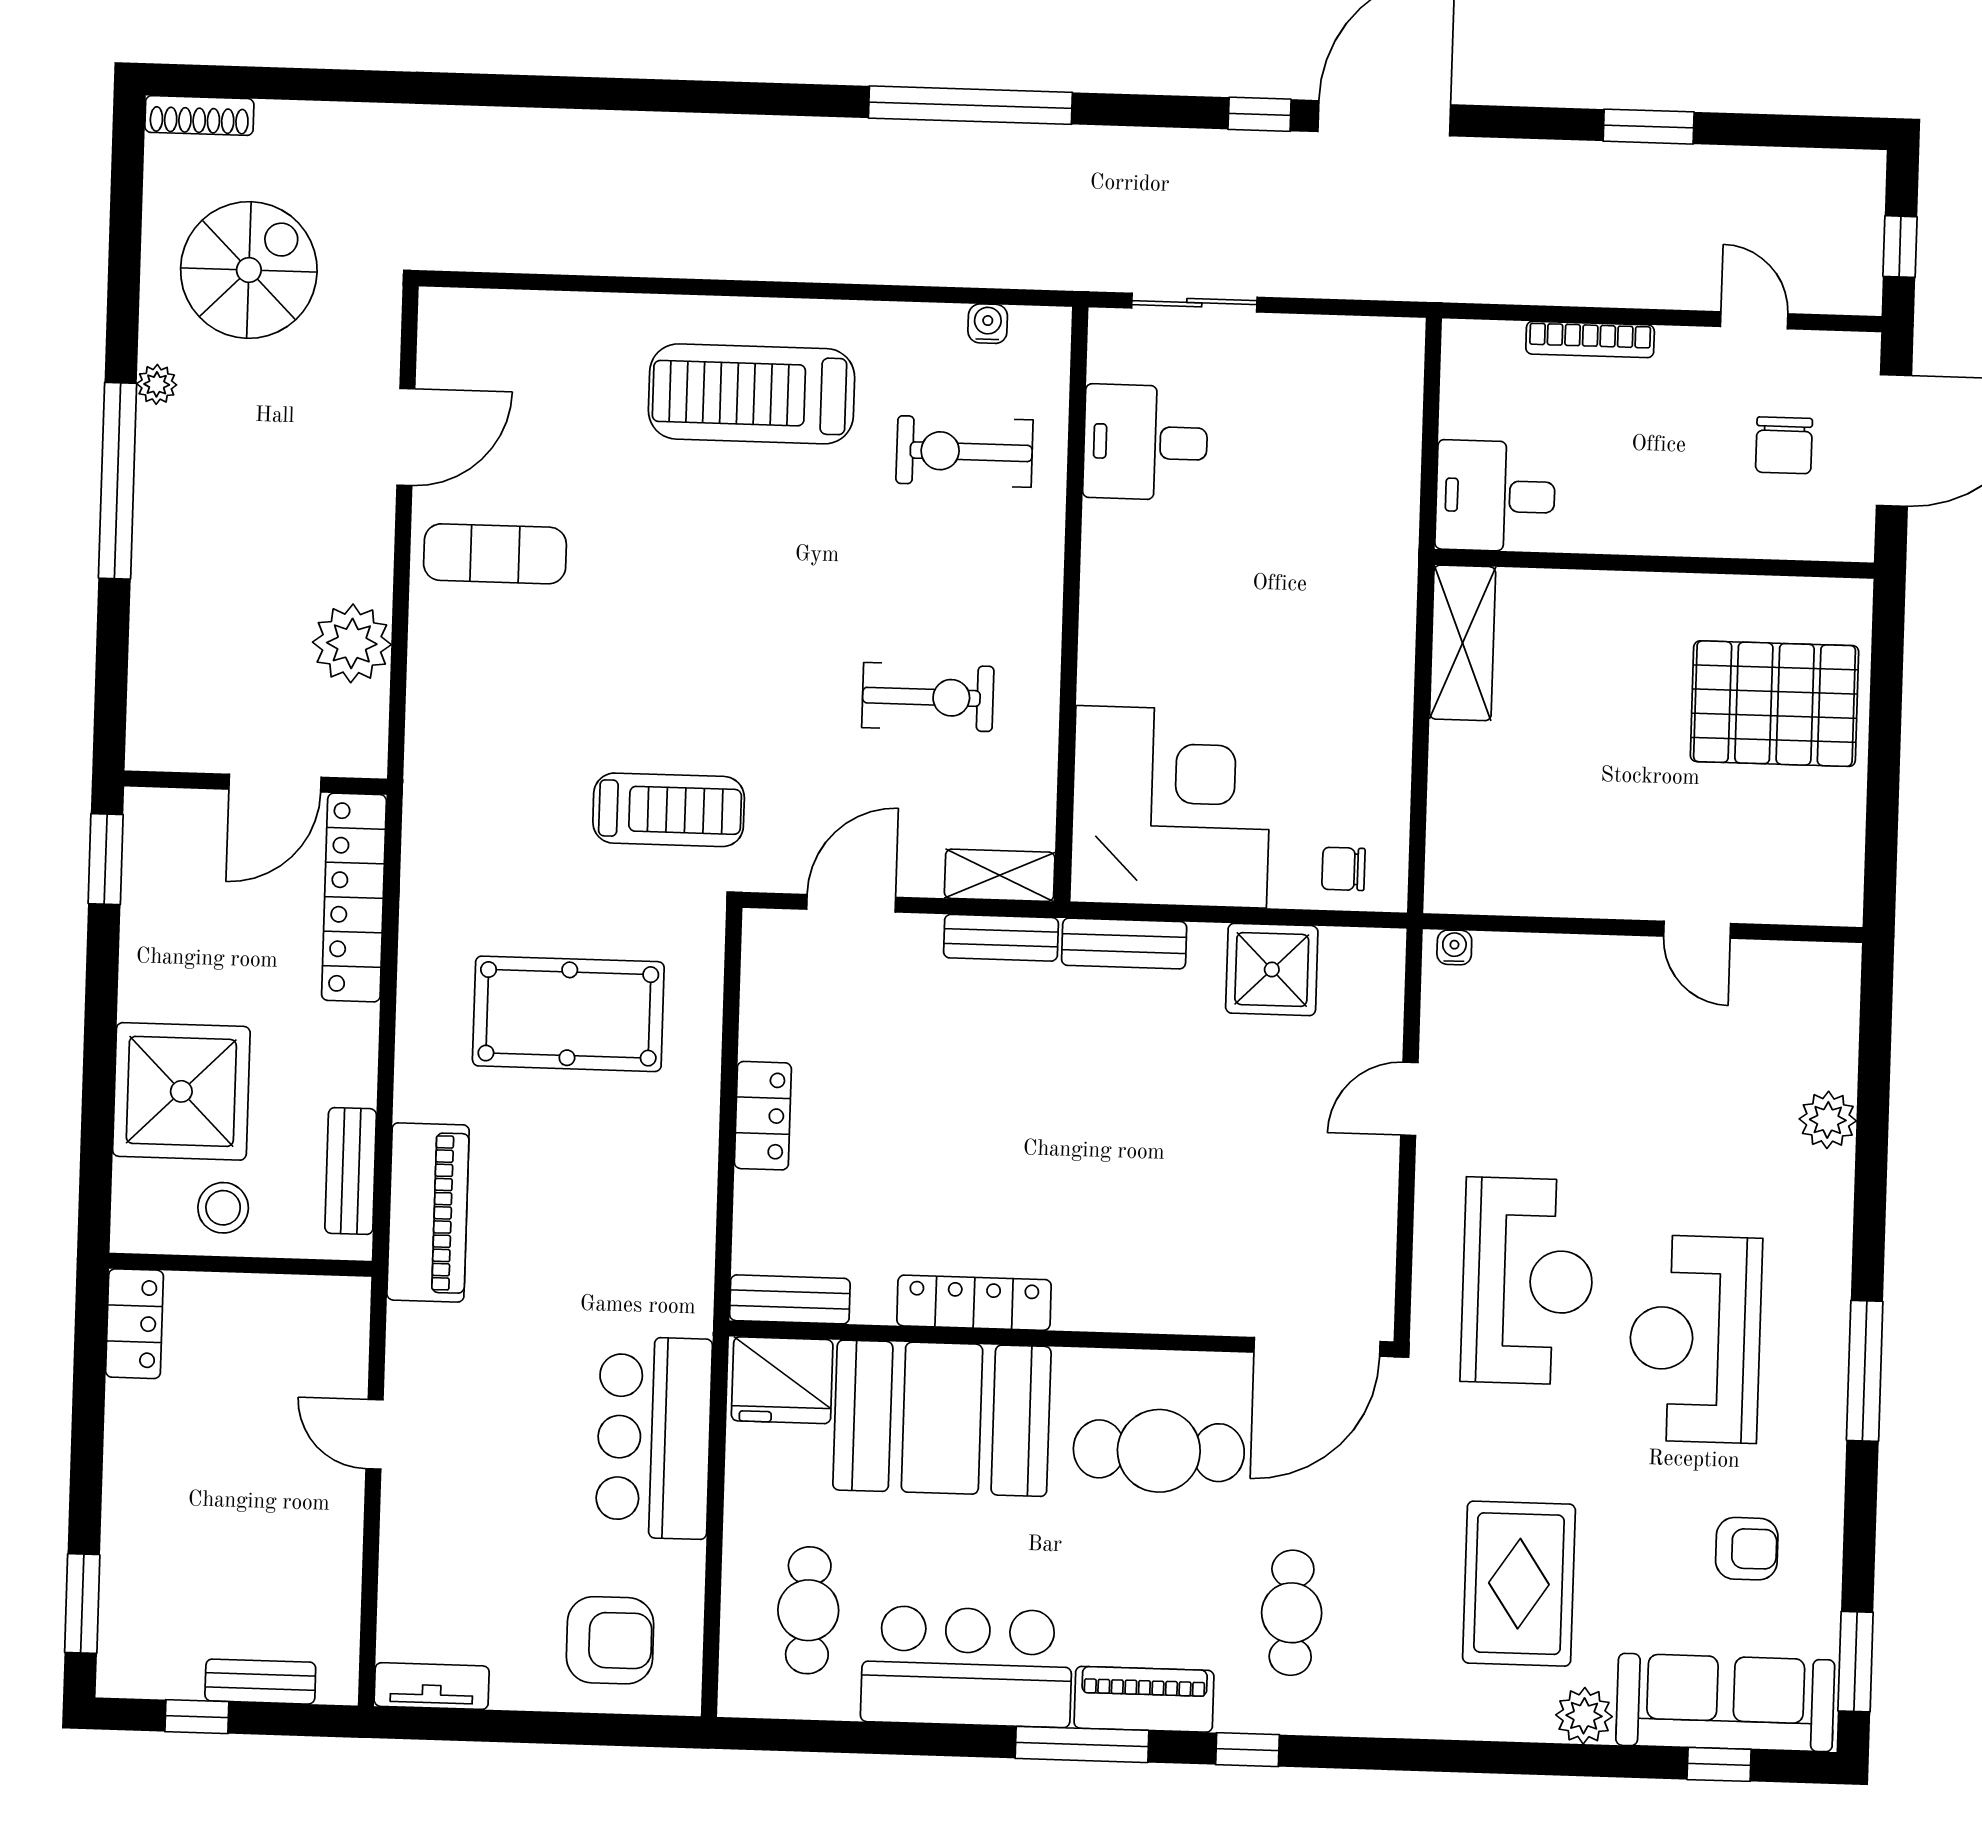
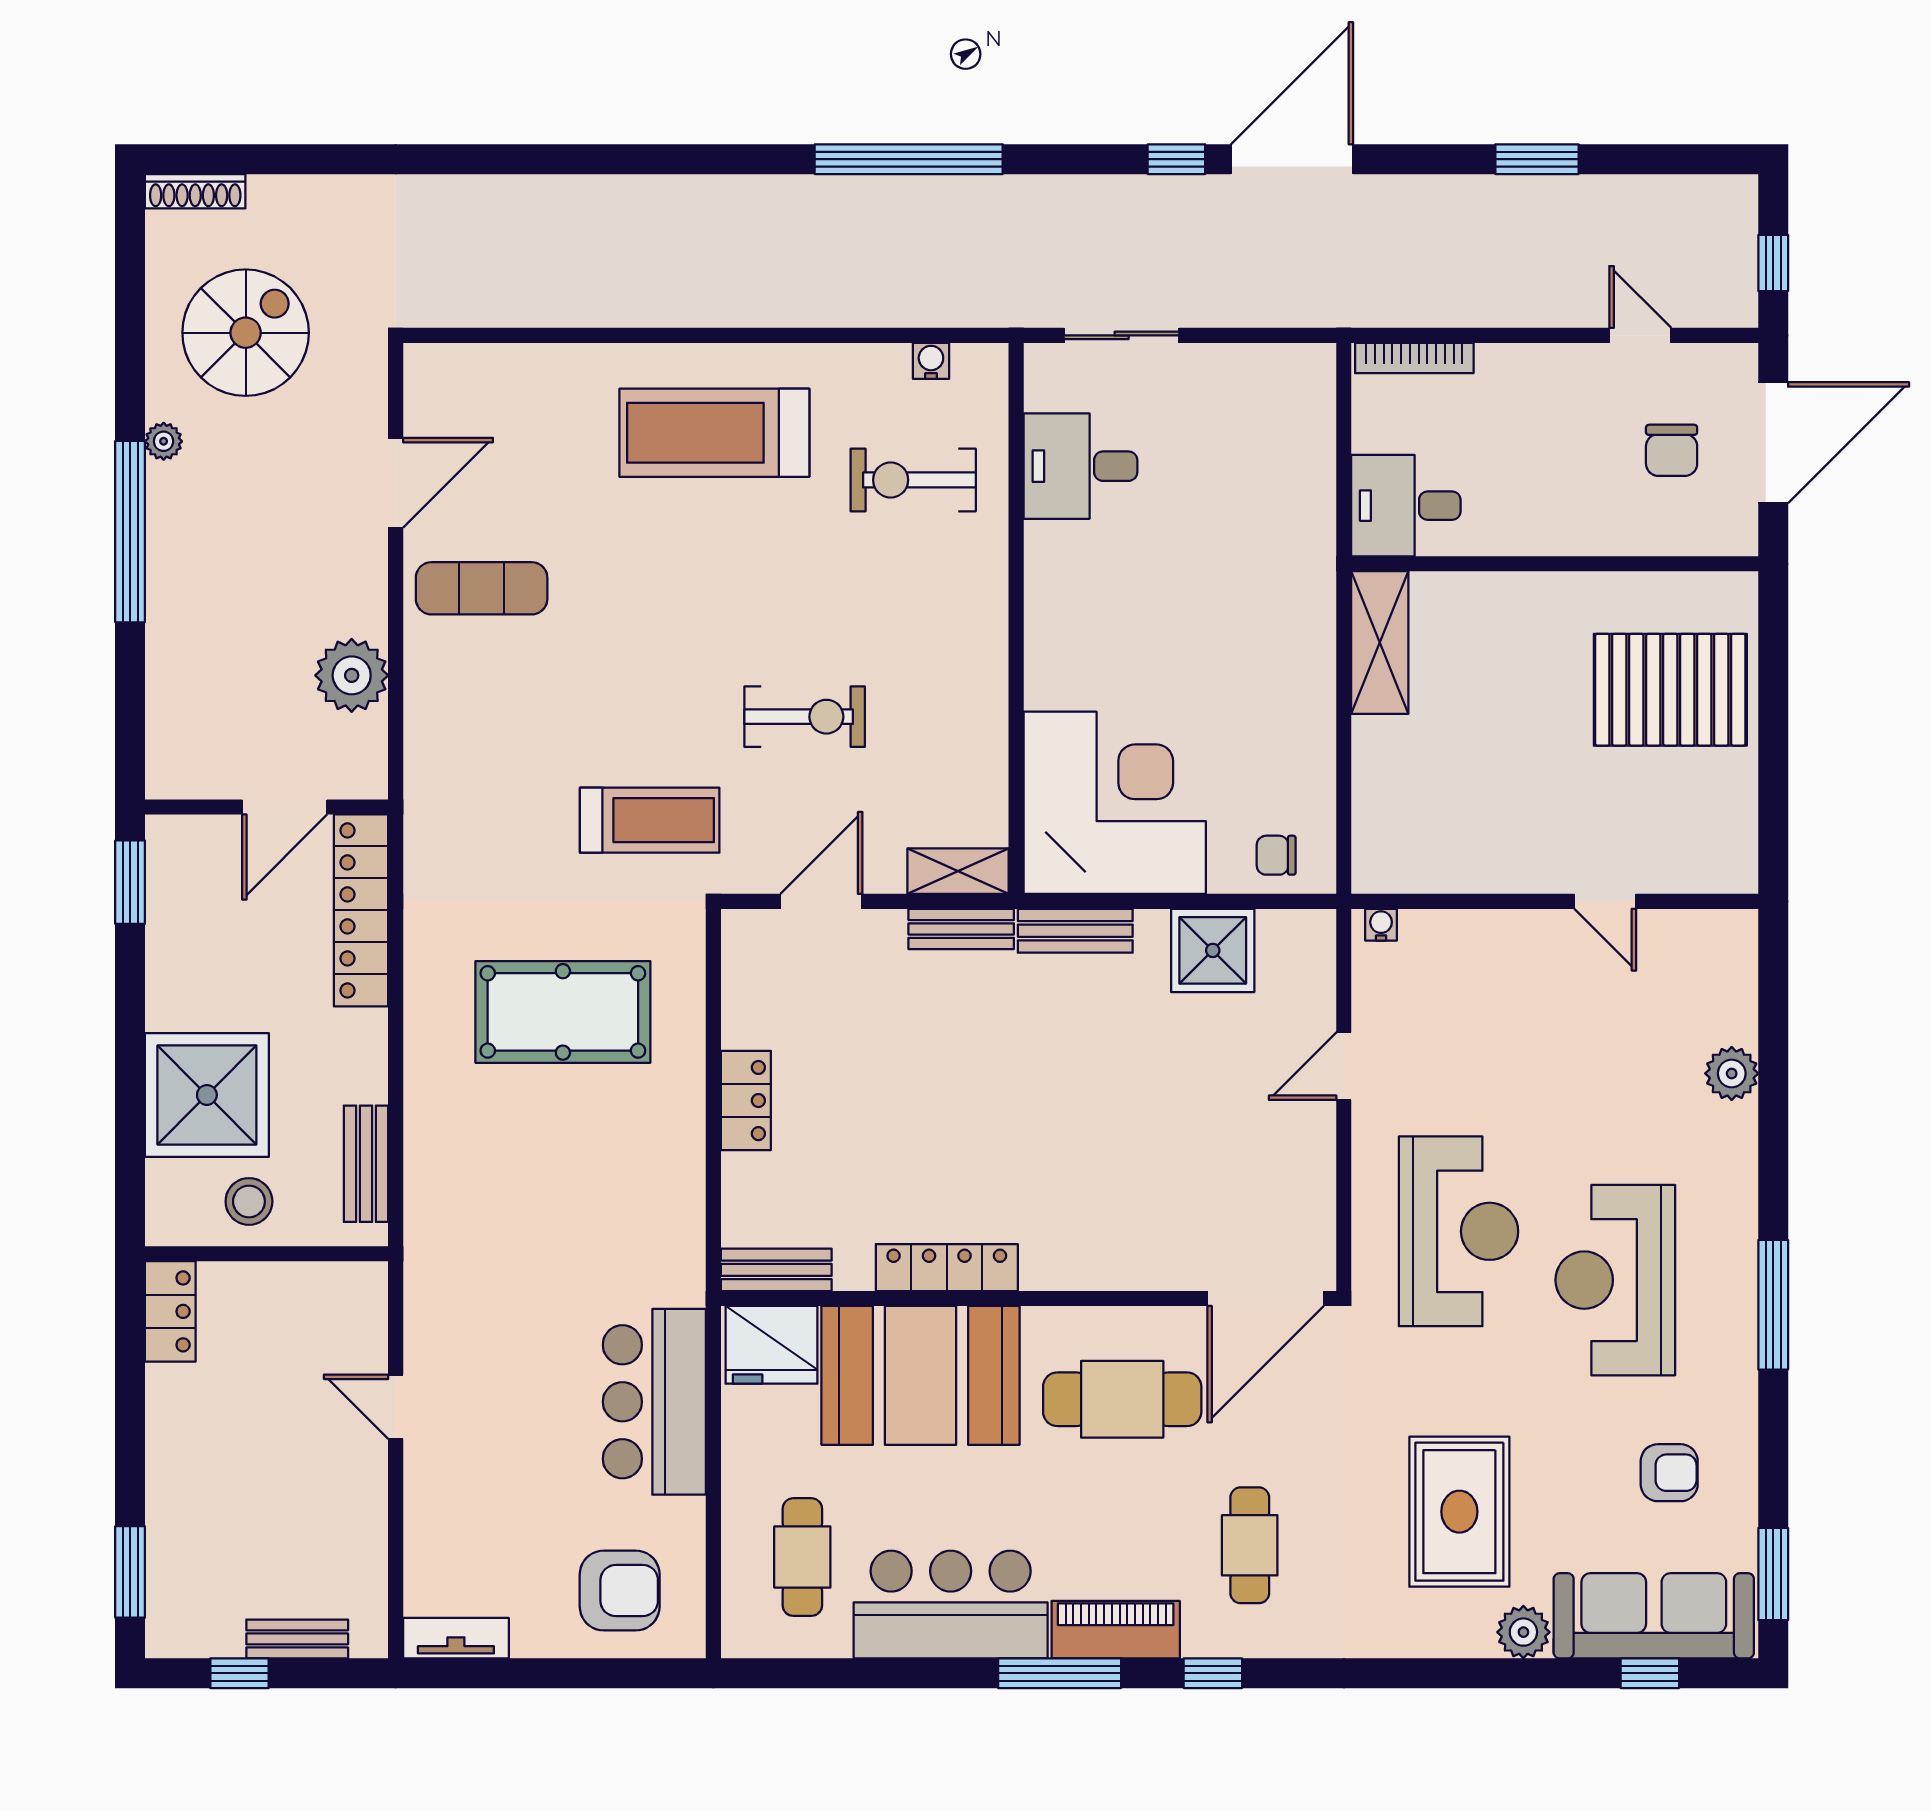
bookcase: (1590, 339) -> (1414, 358), moved
exercise bike: (928, 697) -> (805, 717), moved
piano: (428, 1212) -> (439, 1200), removed

